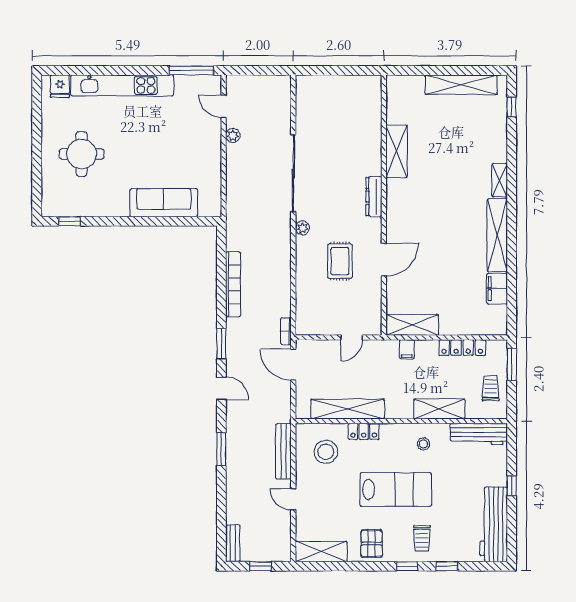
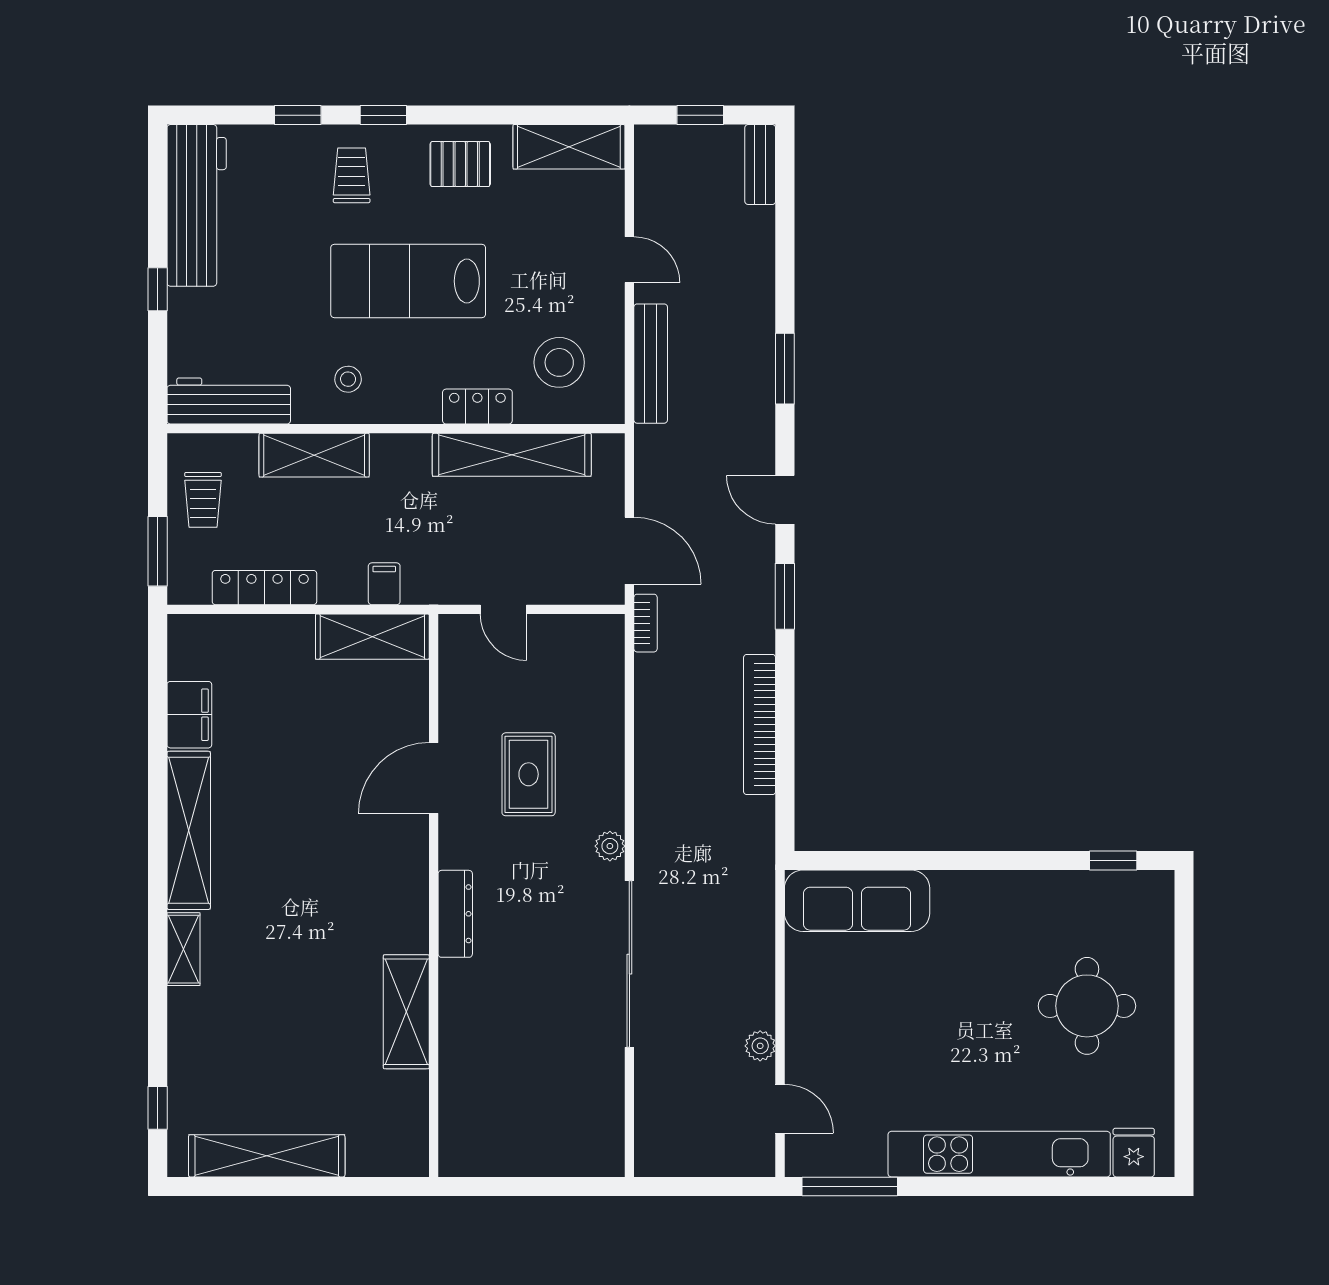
sofa: (164, 203) -> (857, 901), moved
door: (352, 337) -> (503, 609), swing flipped
pallet: (372, 544) -> (460, 164), turned 90

